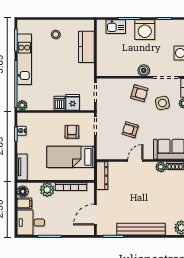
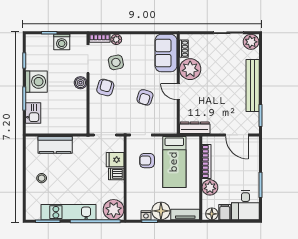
plant: (22, 105) -> (114, 210), width x1.88, depth x1.88
floor lamp: (25, 145) -> (161, 211), added
plant: (161, 167) -> (190, 69), width x1.88, depth x1.88

